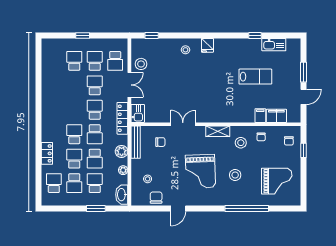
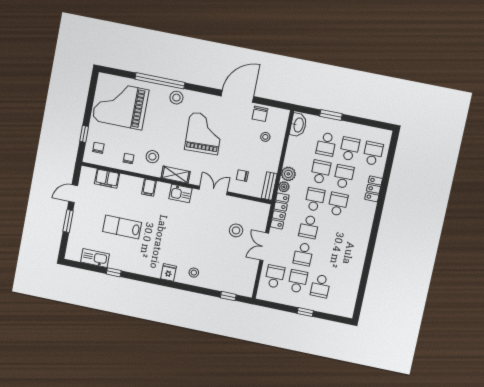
school desk: (95, 61) -> (298, 281), turned 180
stool: (141, 64) -> (236, 230), moved
kitchen sink: (138, 113) -> (180, 193), moved, turned -90
filing cabinet: (260, 116) -> (149, 188), moved
double door: (183, 124) -> (213, 191), swing flipped
school desk: (74, 134) -> (338, 204), turned 180
bench: (136, 142) -> (269, 186), width x0.73
school desk: (74, 159) -> (344, 177), turned 180
plant: (123, 170) -> (284, 187), moved
stool: (235, 175) -> (176, 98), moved
grand piano: (277, 181) -> (120, 105), width x1.37, depth x1.48
school desk: (54, 183) -> (373, 154), turned 180
door: (178, 208) -> (237, 96), width x1.88

